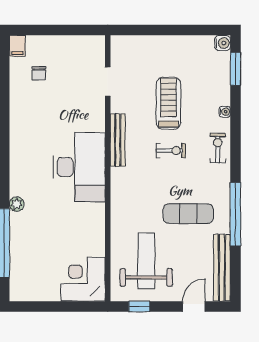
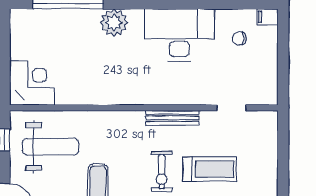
exercise bike: (171, 151) -> (162, 172), width x1.38, depth x1.39
desk: (79, 167) -> (179, 35), moved, turned 180
plant: (17, 204) -> (114, 22), width x1.88, depth x1.88

